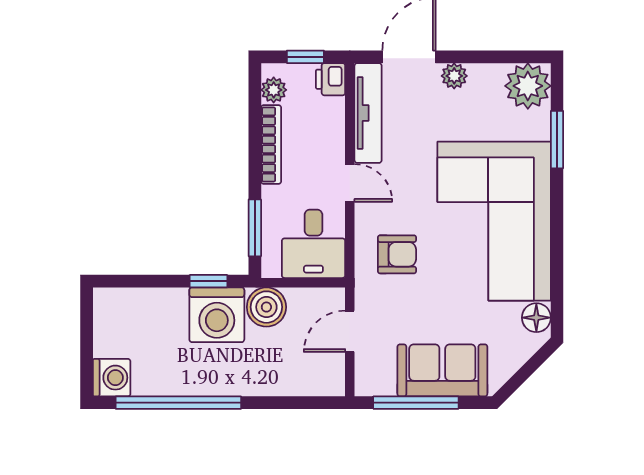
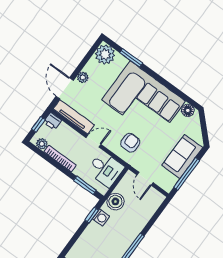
washing machine: (217, 315) -> (101, 217), width x0.53, depth x0.53

